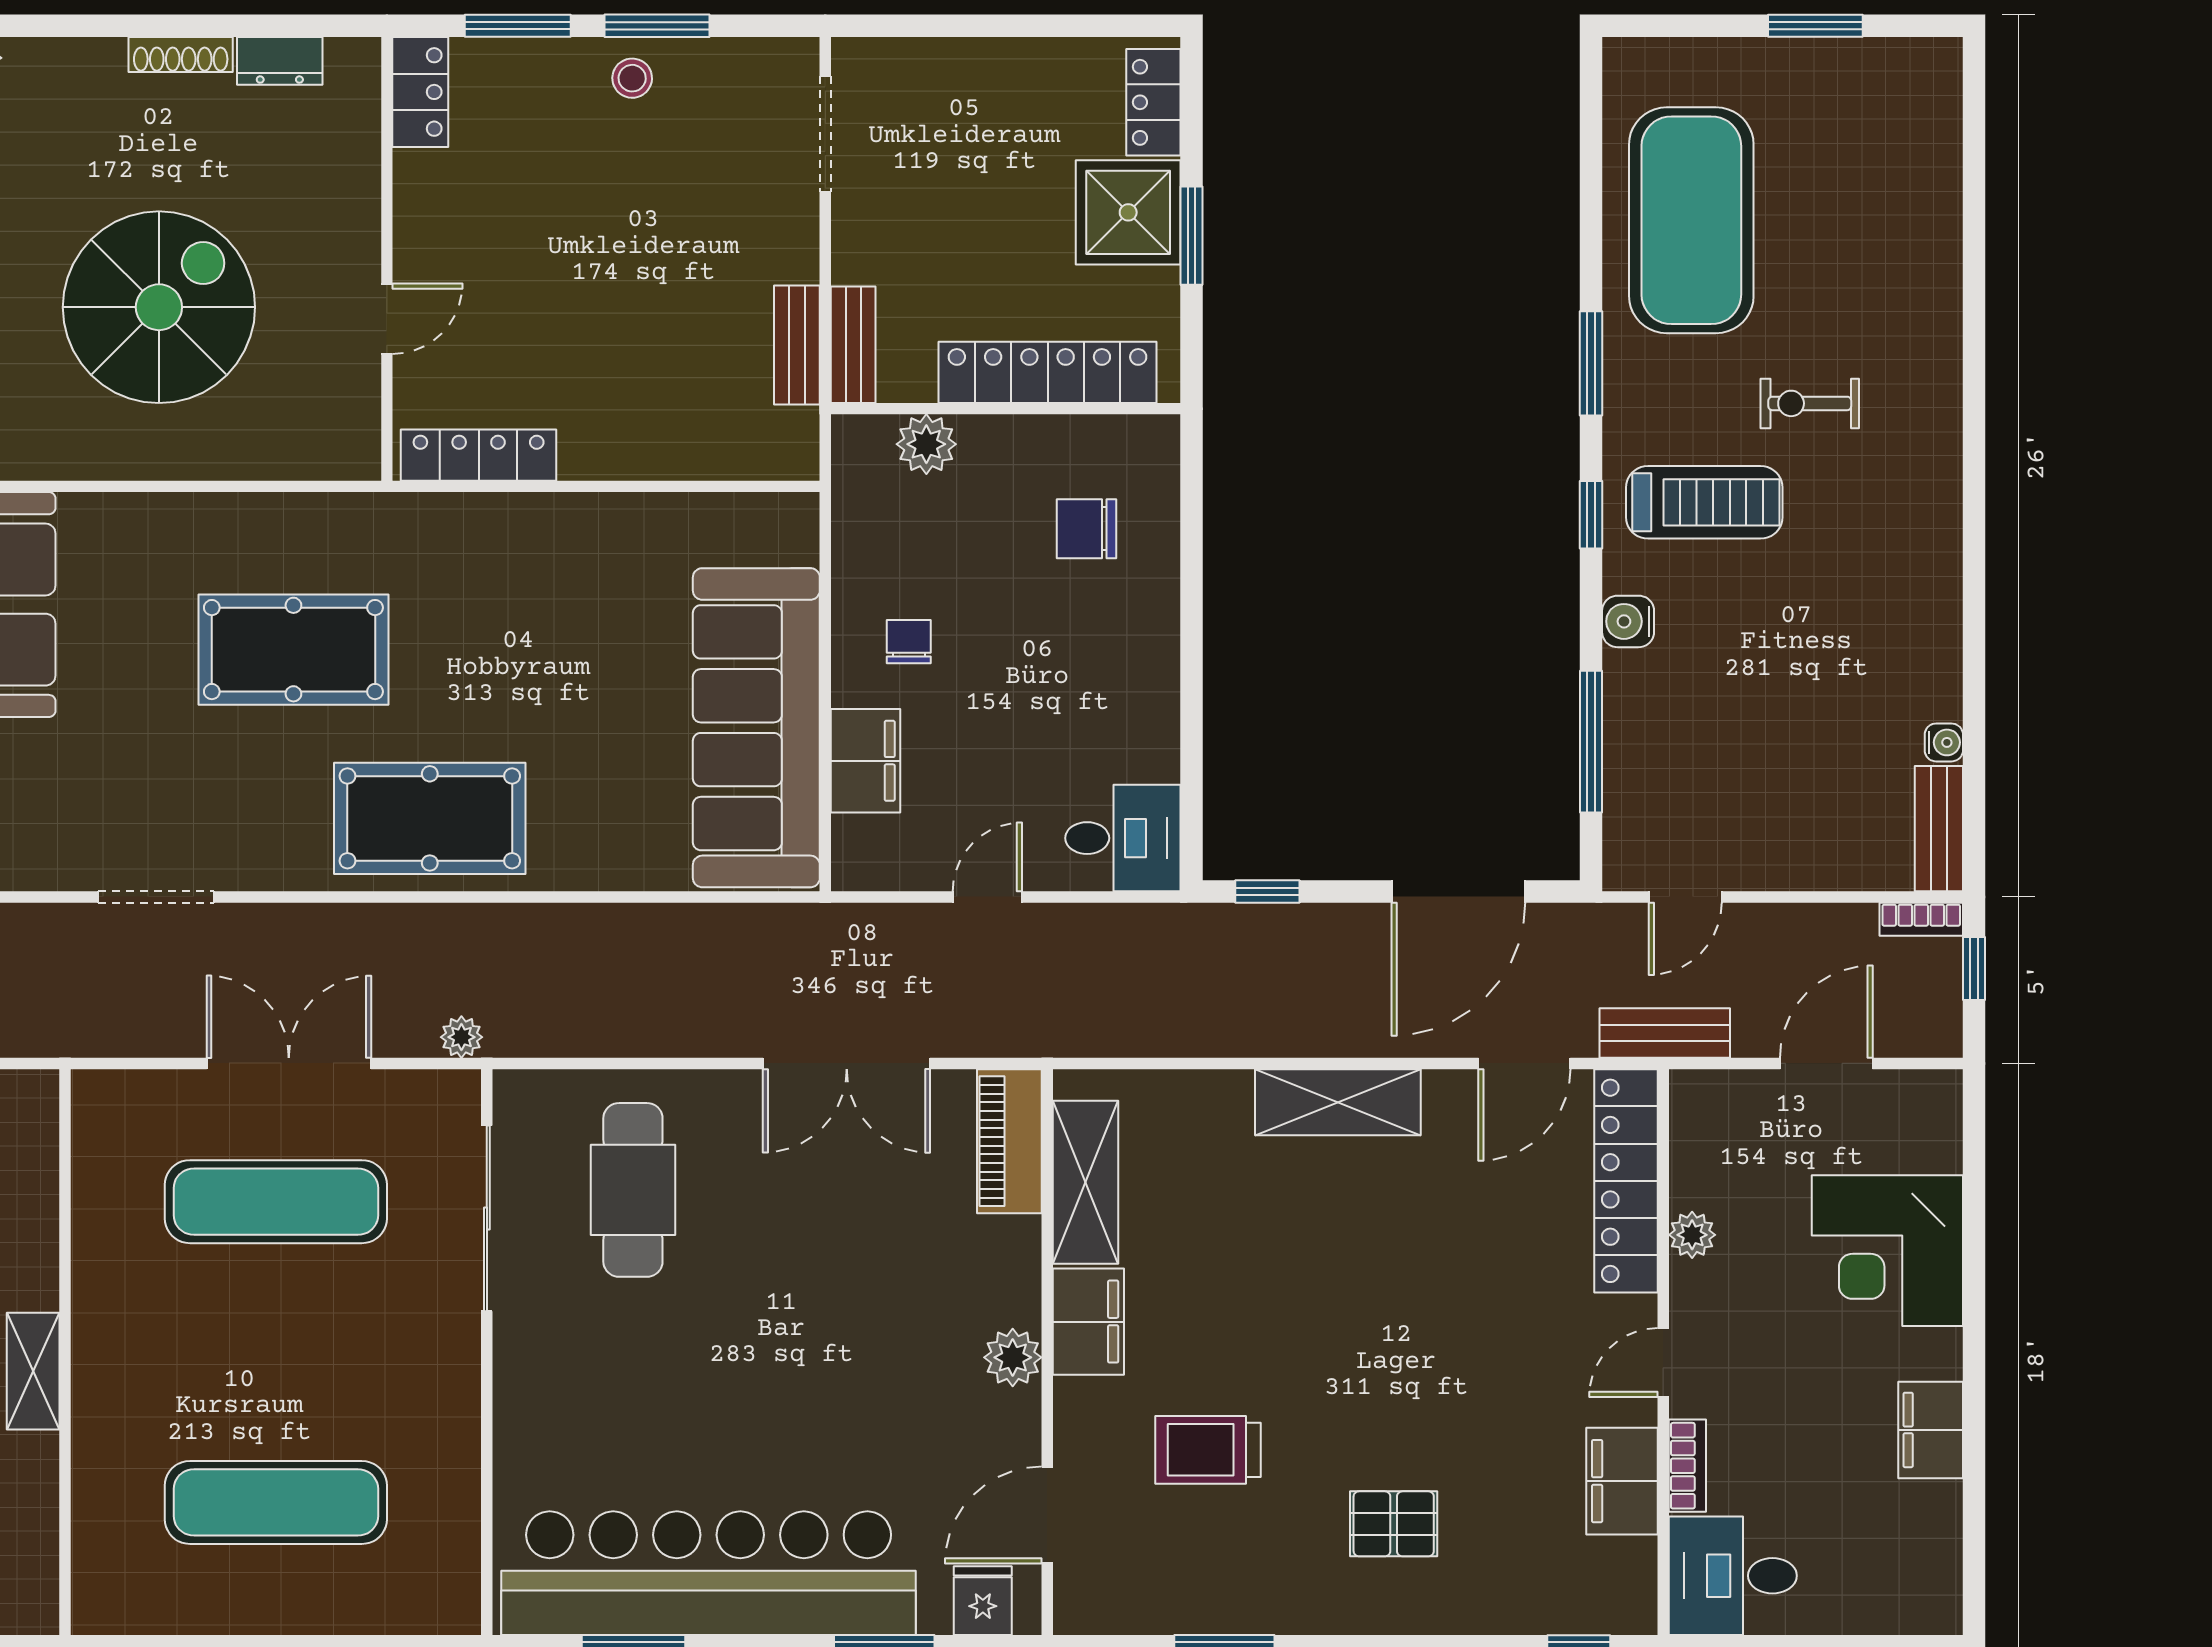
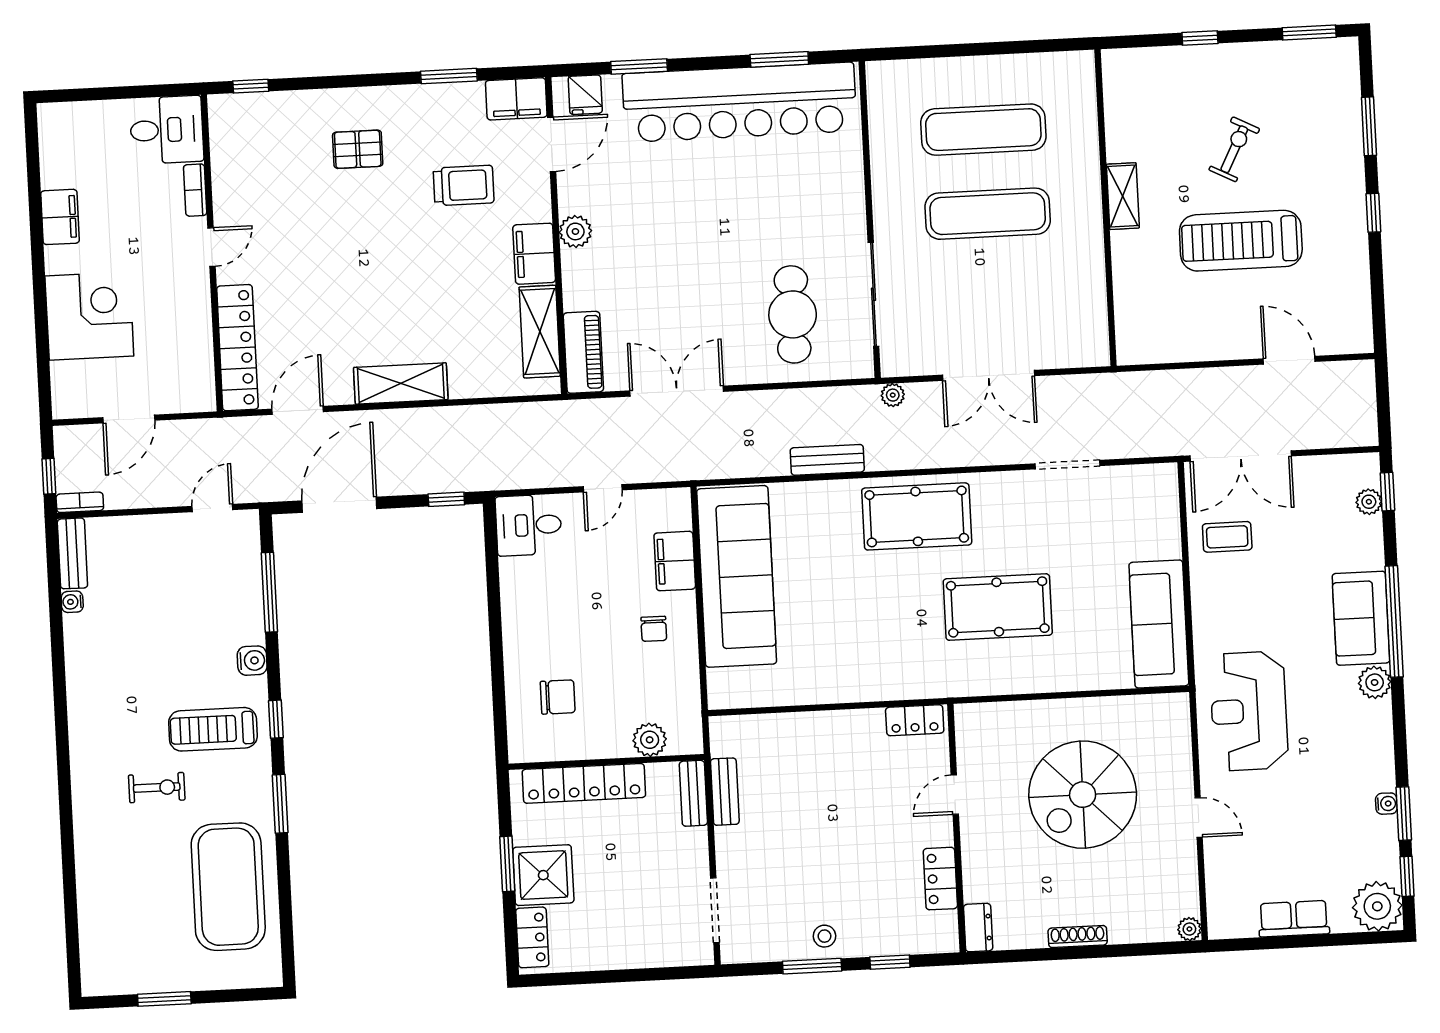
window: (518, 26) -> (890, 962), width x0.67
dresser: (280, 61) -> (978, 928), moved, turned 90
locker: (420, 92) -> (940, 879), moved
locker: (479, 455) -> (915, 720), width x0.66
bench: (1665, 1033) -> (827, 460), moved
exercise mat: (276, 1202) -> (988, 214), moved
plant: (1692, 1235) -> (199, 319), removed
filing cabinet: (1622, 1481) -> (516, 99), moved, turned 90

